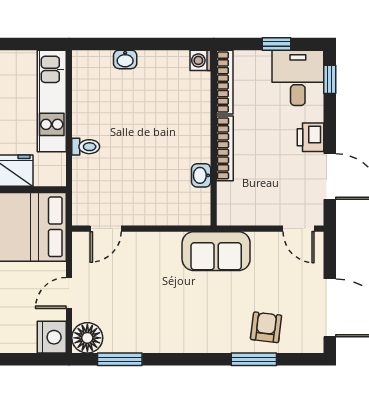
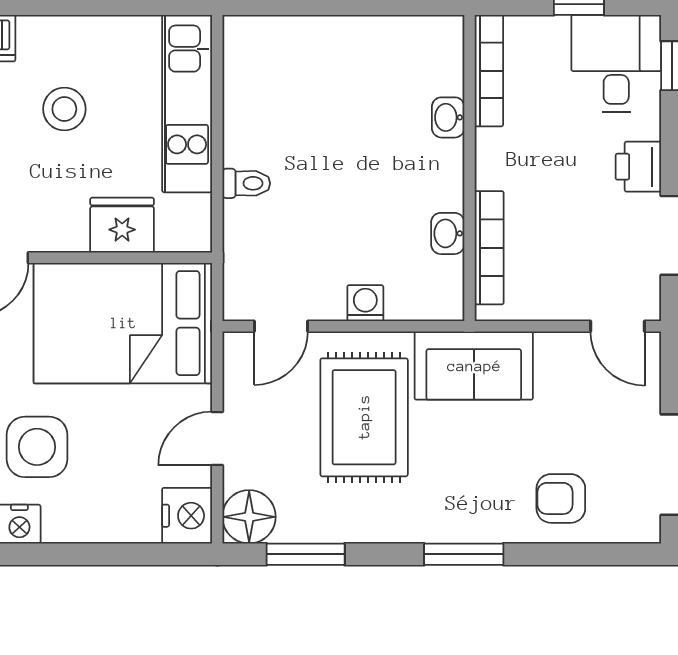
washbasin: (125, 59) -> (448, 117), moved, turned 90
washing machine: (200, 60) -> (365, 303), moved, turned 90
bookcase: (225, 148) -> (489, 248), moved
rug: (153, 281) -> (364, 417), added
armchair: (266, 327) -> (561, 498), turned -97
window: (254, 359) -> (464, 554), moved

